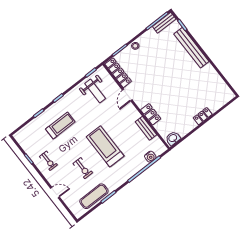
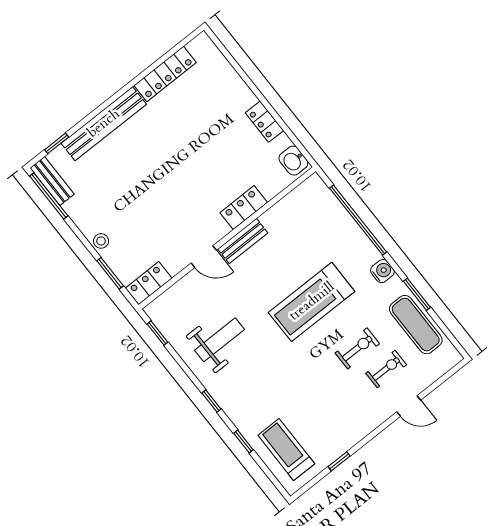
locker: (118, 73) -> (149, 283), width x0.66
locker: (215, 77) -> (165, 74), added
weight bench: (95, 91) -> (219, 340), moved
locker: (203, 116) -> (264, 122), moved
treadmill: (60, 125) -> (286, 450), moved
bench: (146, 128) -> (243, 241), moved
water cooler: (150, 157) -> (382, 271), moved
exercise bike: (48, 161) -> (386, 369), moved
door: (55, 193) -> (409, 406), swing flipped

